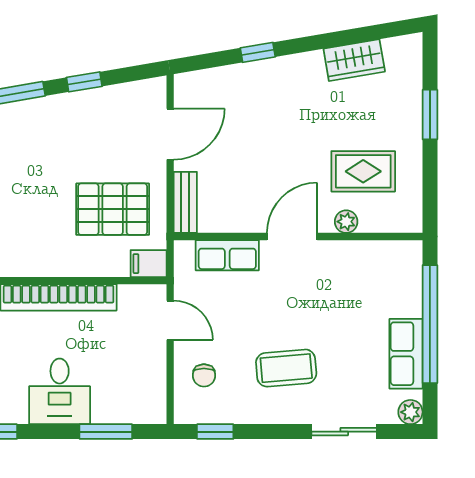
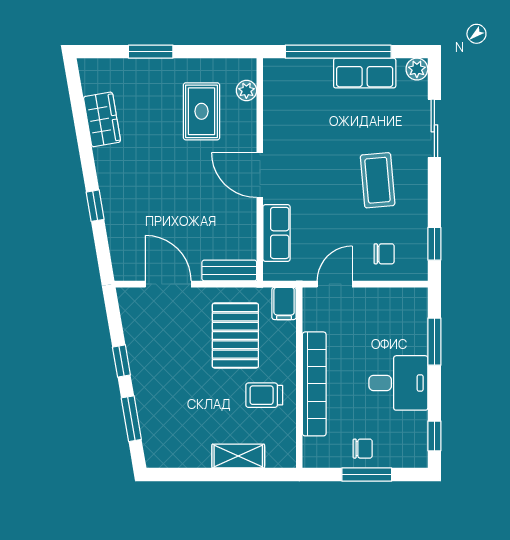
plant: (346, 222) -> (246, 90), moved
trolley: (46, 241) -> (264, 395), added

